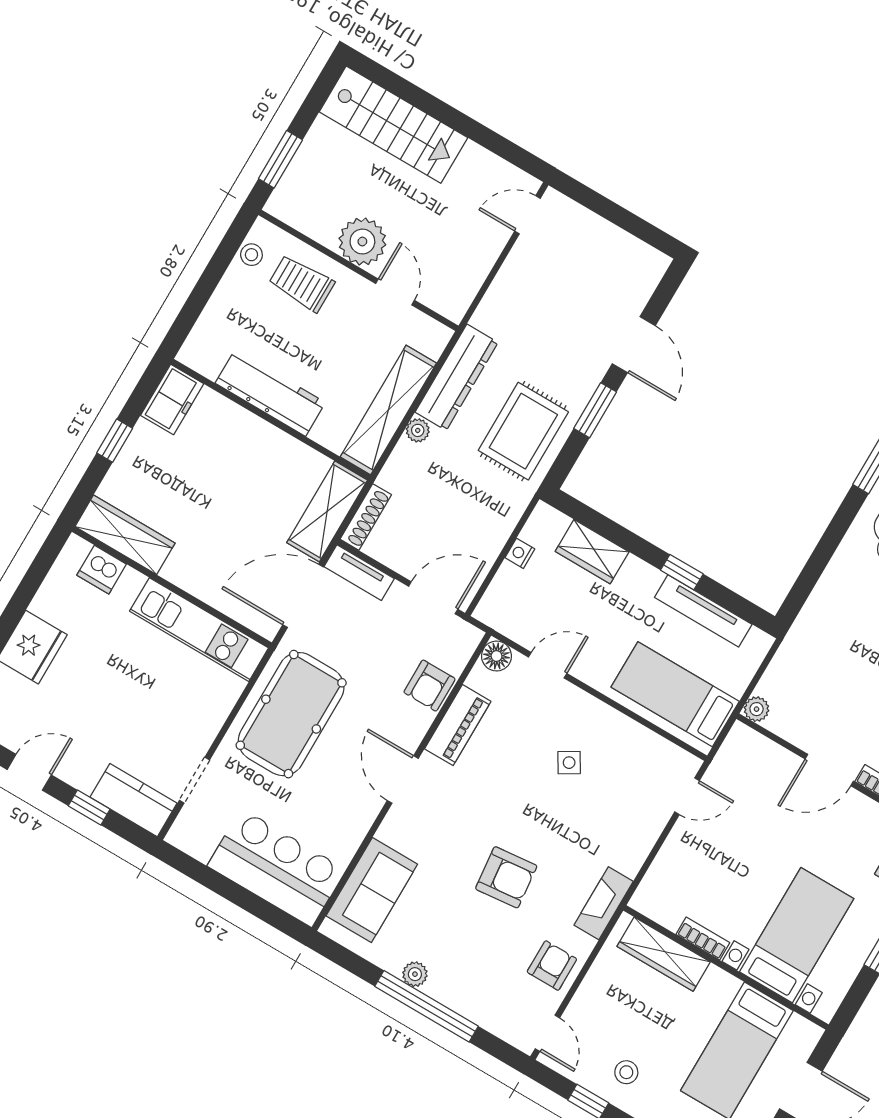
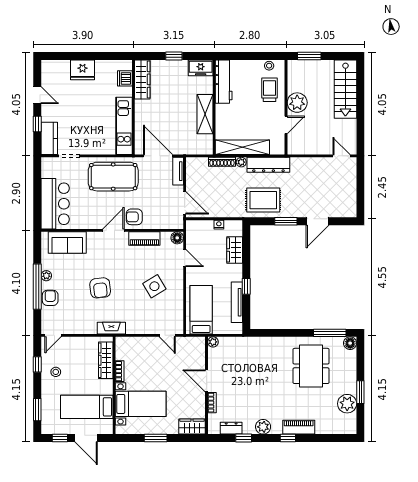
workbench: (270, 393) -> (224, 82), moved
shelving: (327, 511) -> (205, 114), moved, turned 90
shoe rack: (366, 517) -> (222, 162), moved
armchair: (429, 686) -> (134, 217), moved
side table: (569, 763) -> (154, 286), width x1.87, depth x1.87
armchair: (552, 966) -> (50, 298), moved, turned -90

